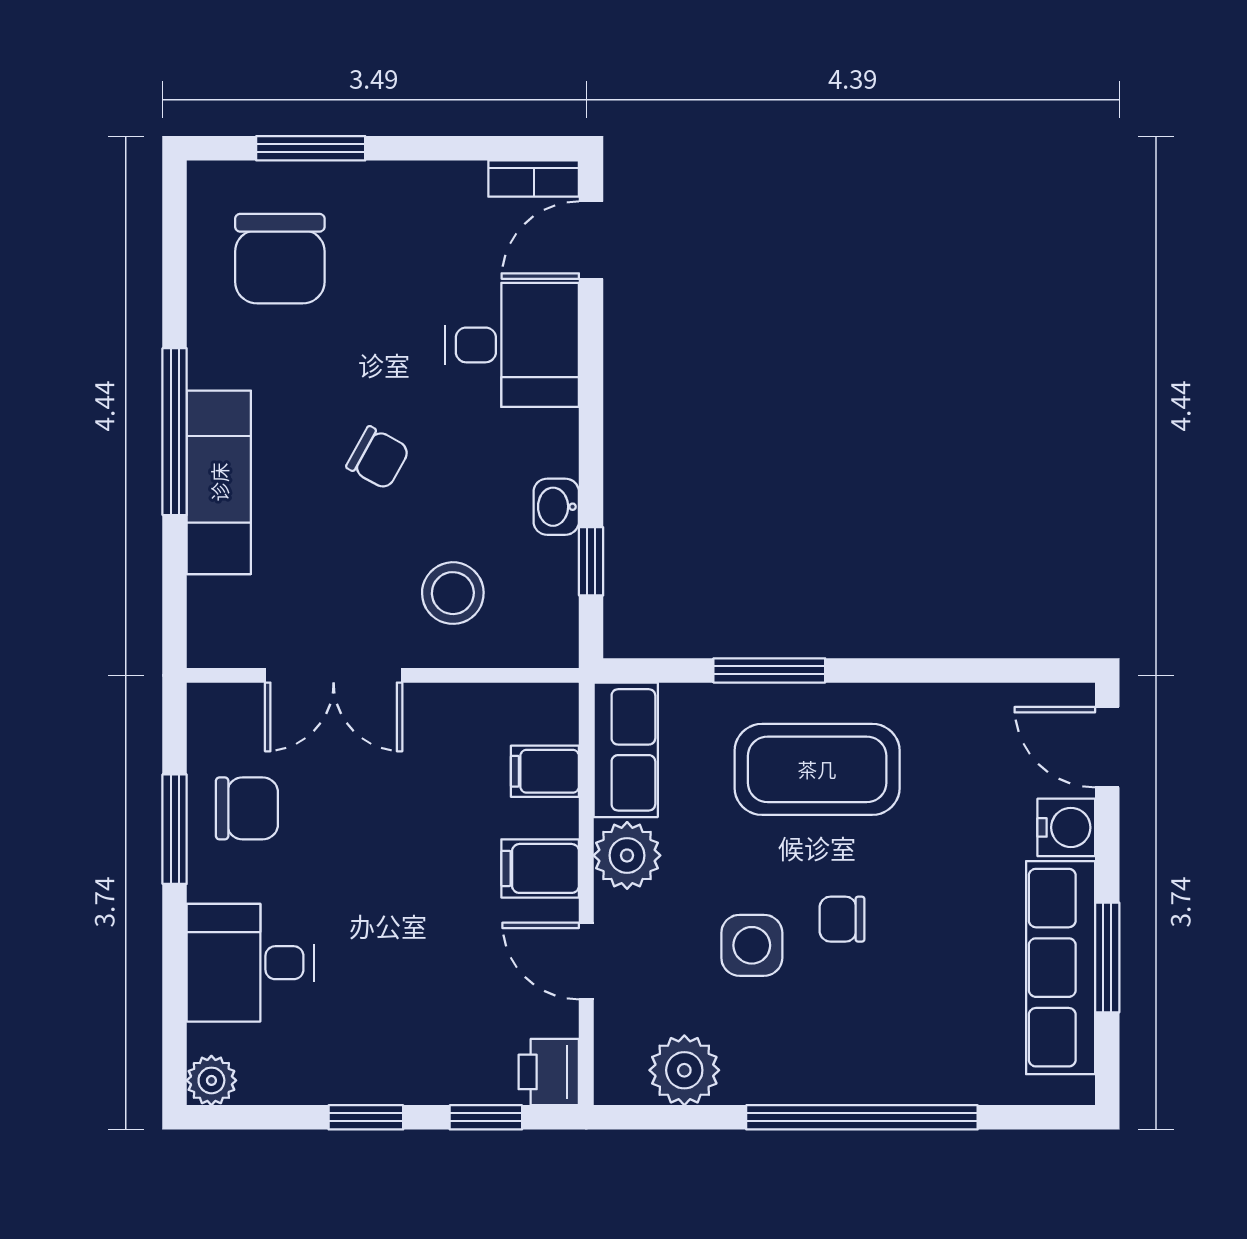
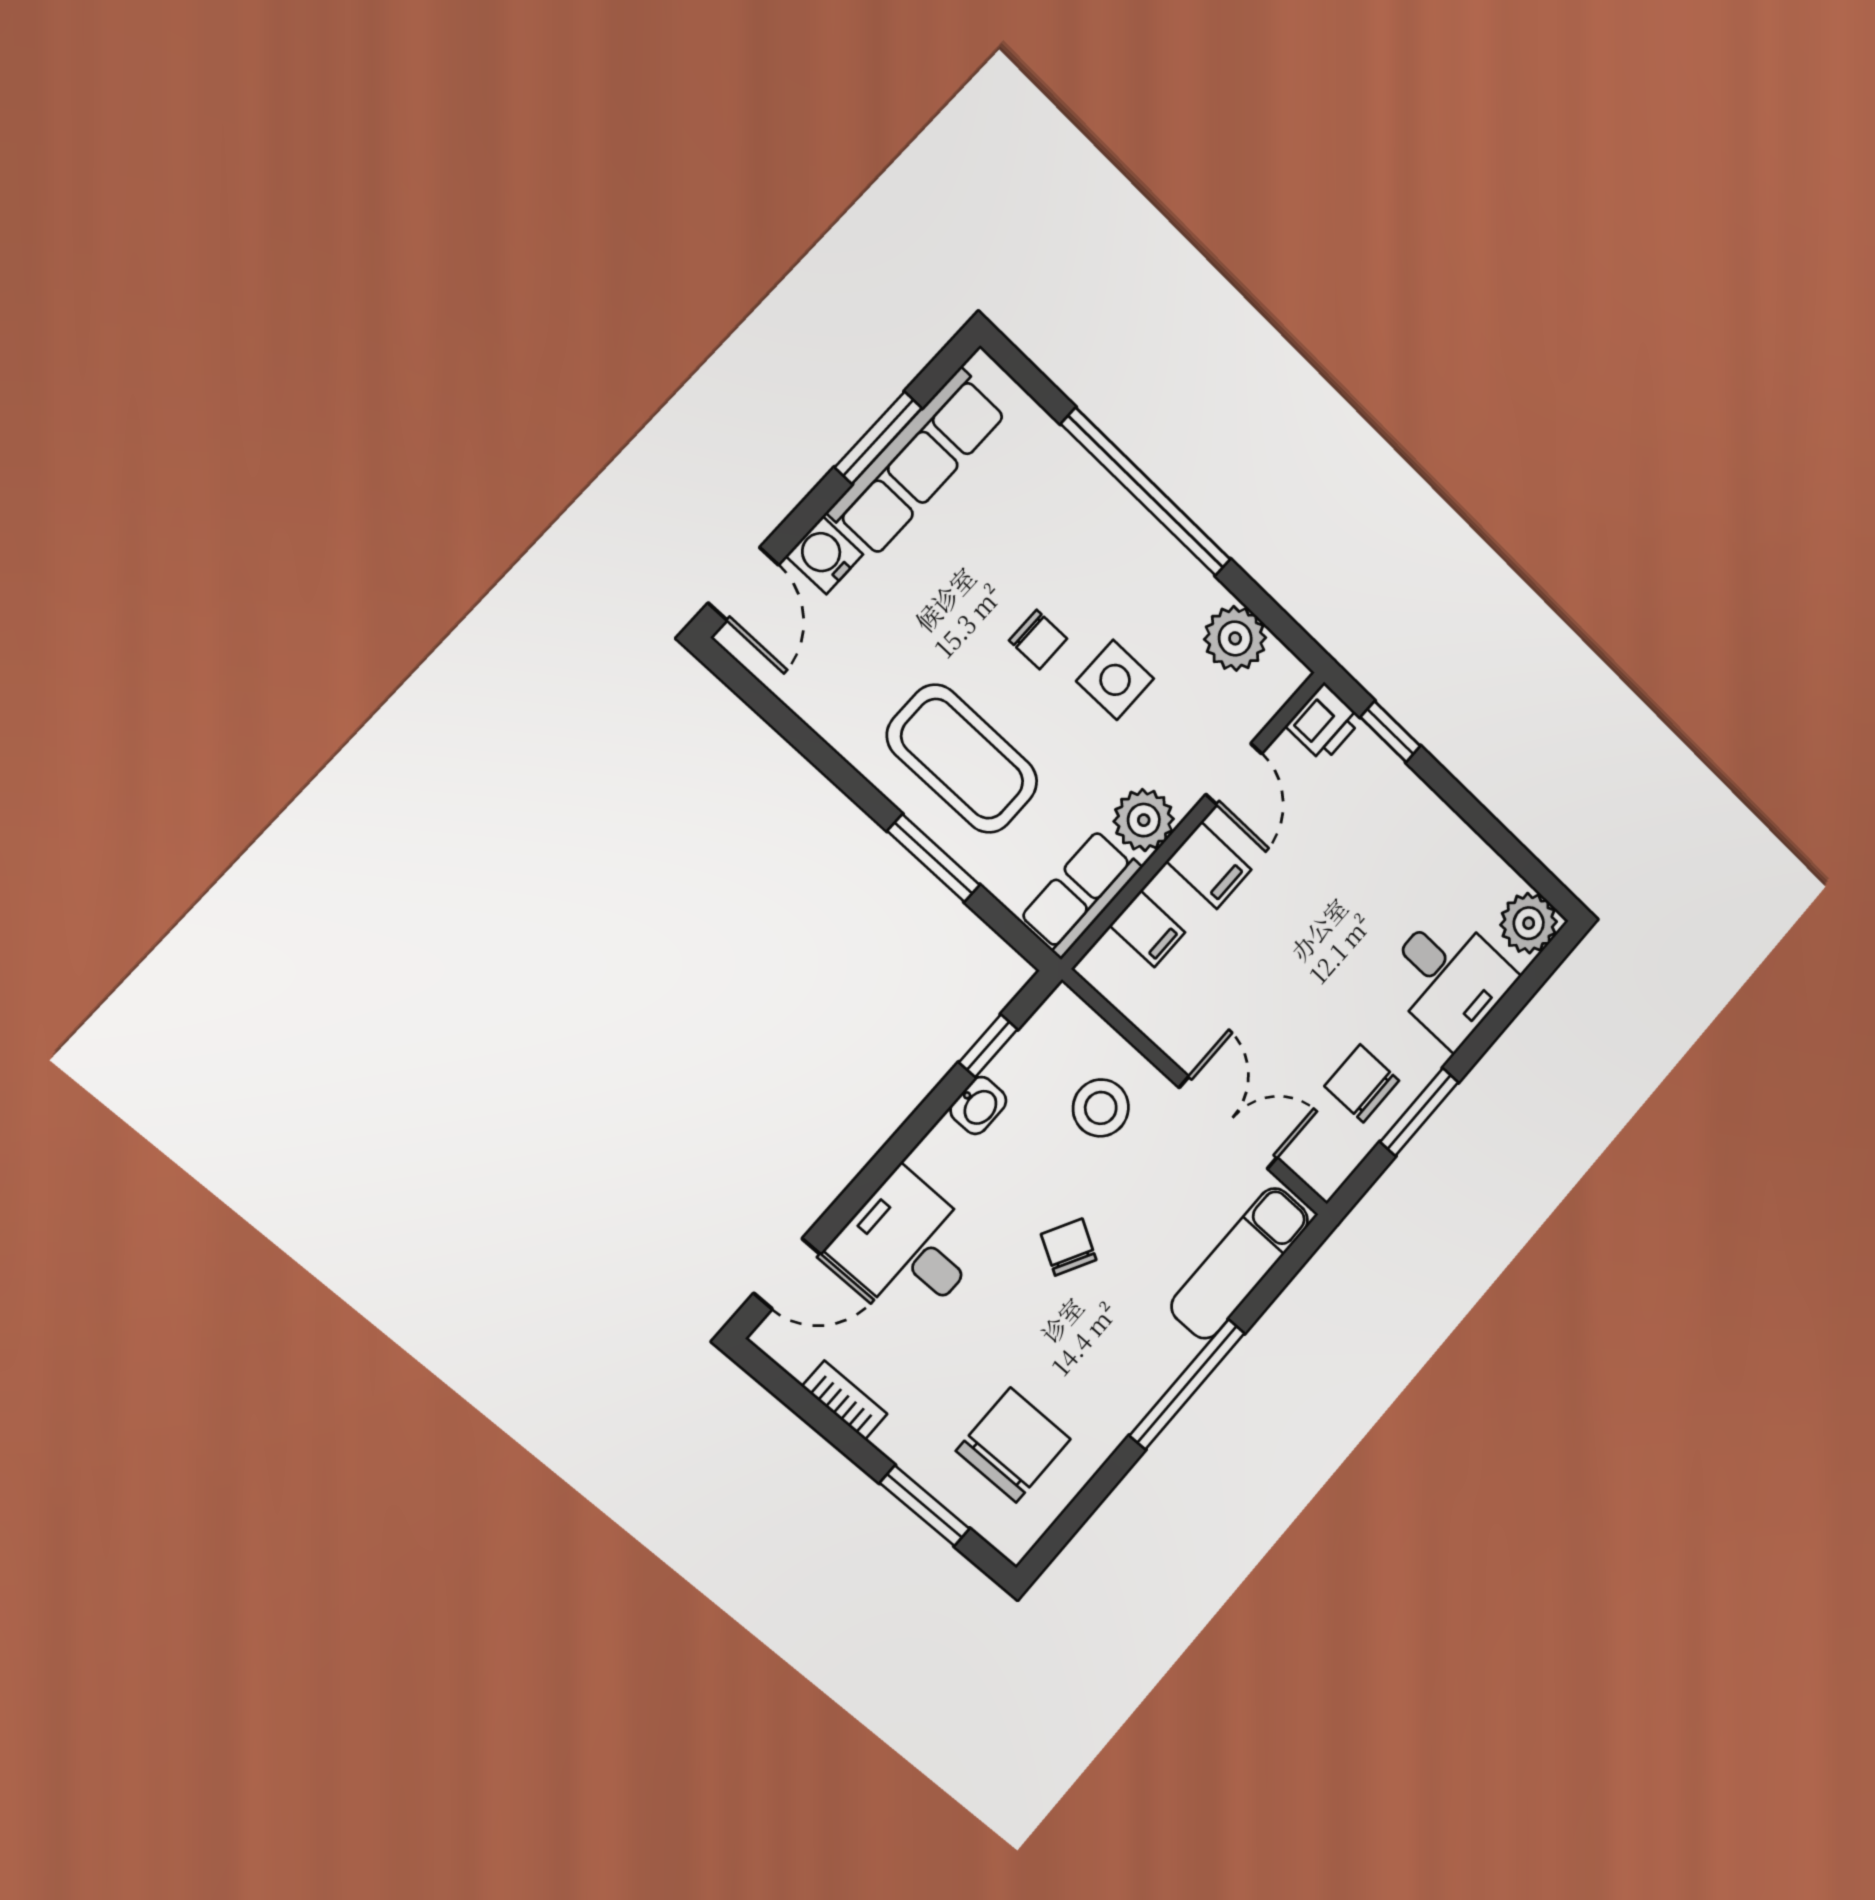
bookcase: (534, 179) -> (845, 1400), moved
exam couch: (219, 482) -> (1240, 1263), moved
plant: (211, 1080) -> (1529, 923), width x1.38, depth x1.38
window: (366, 1117) -> (1465, 805), removed

